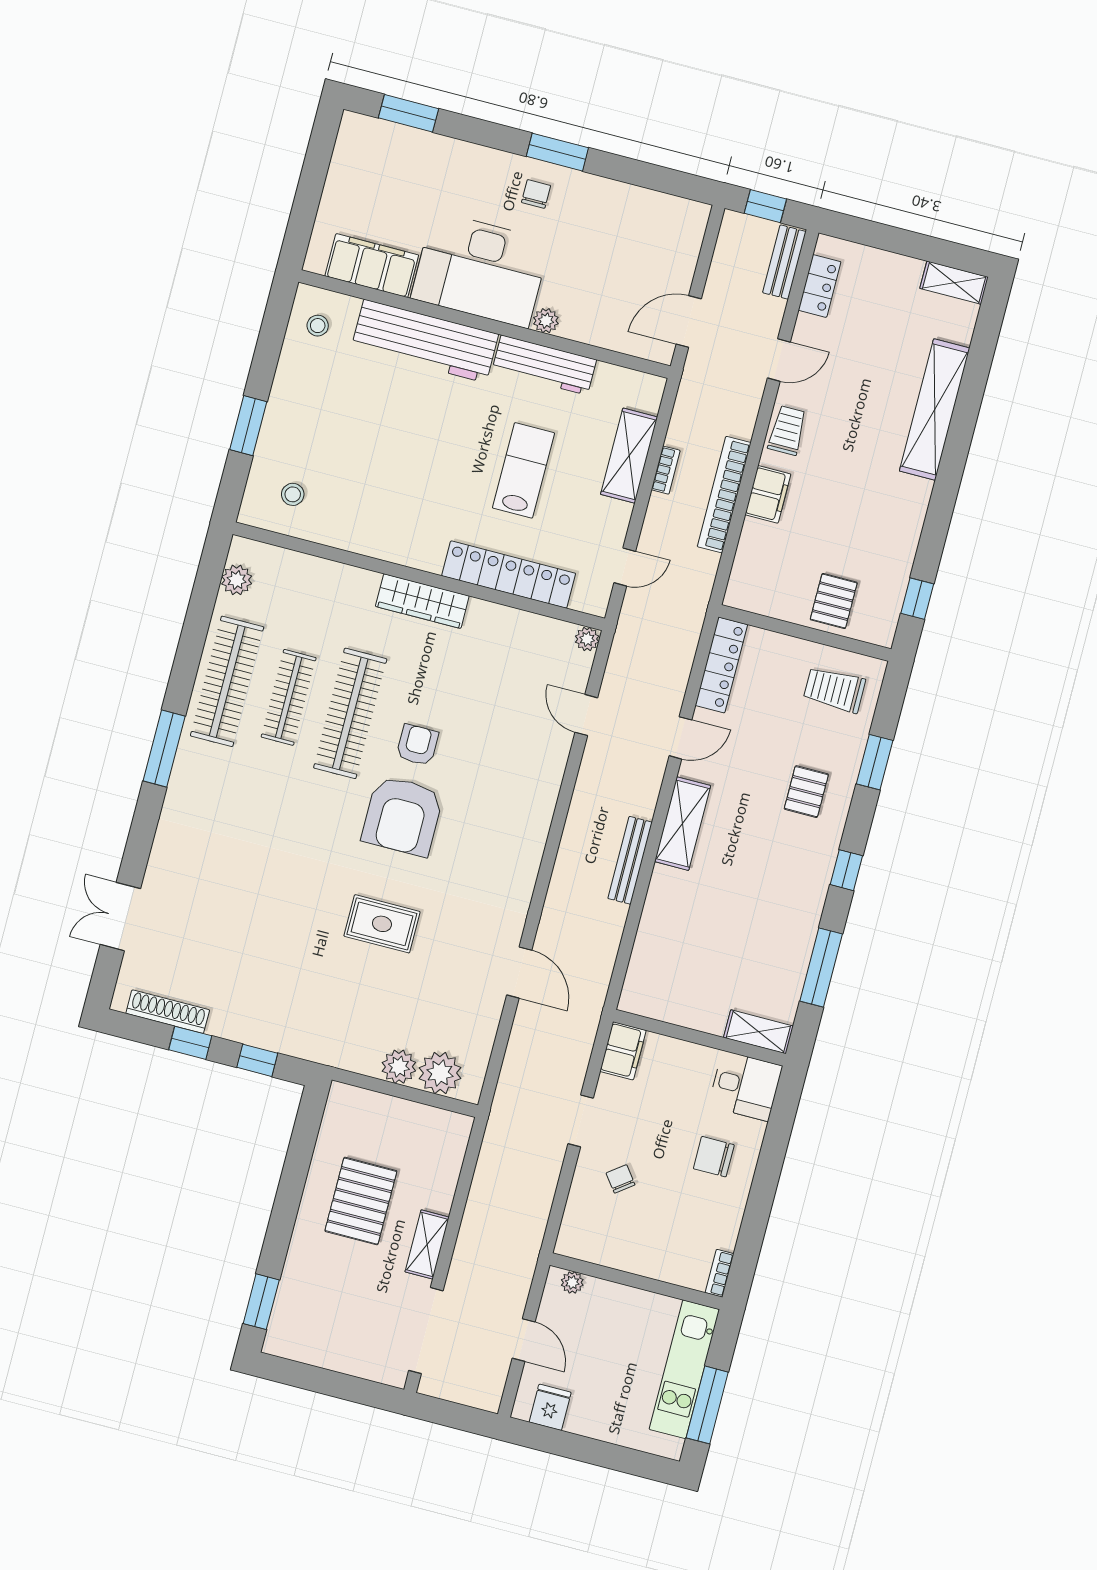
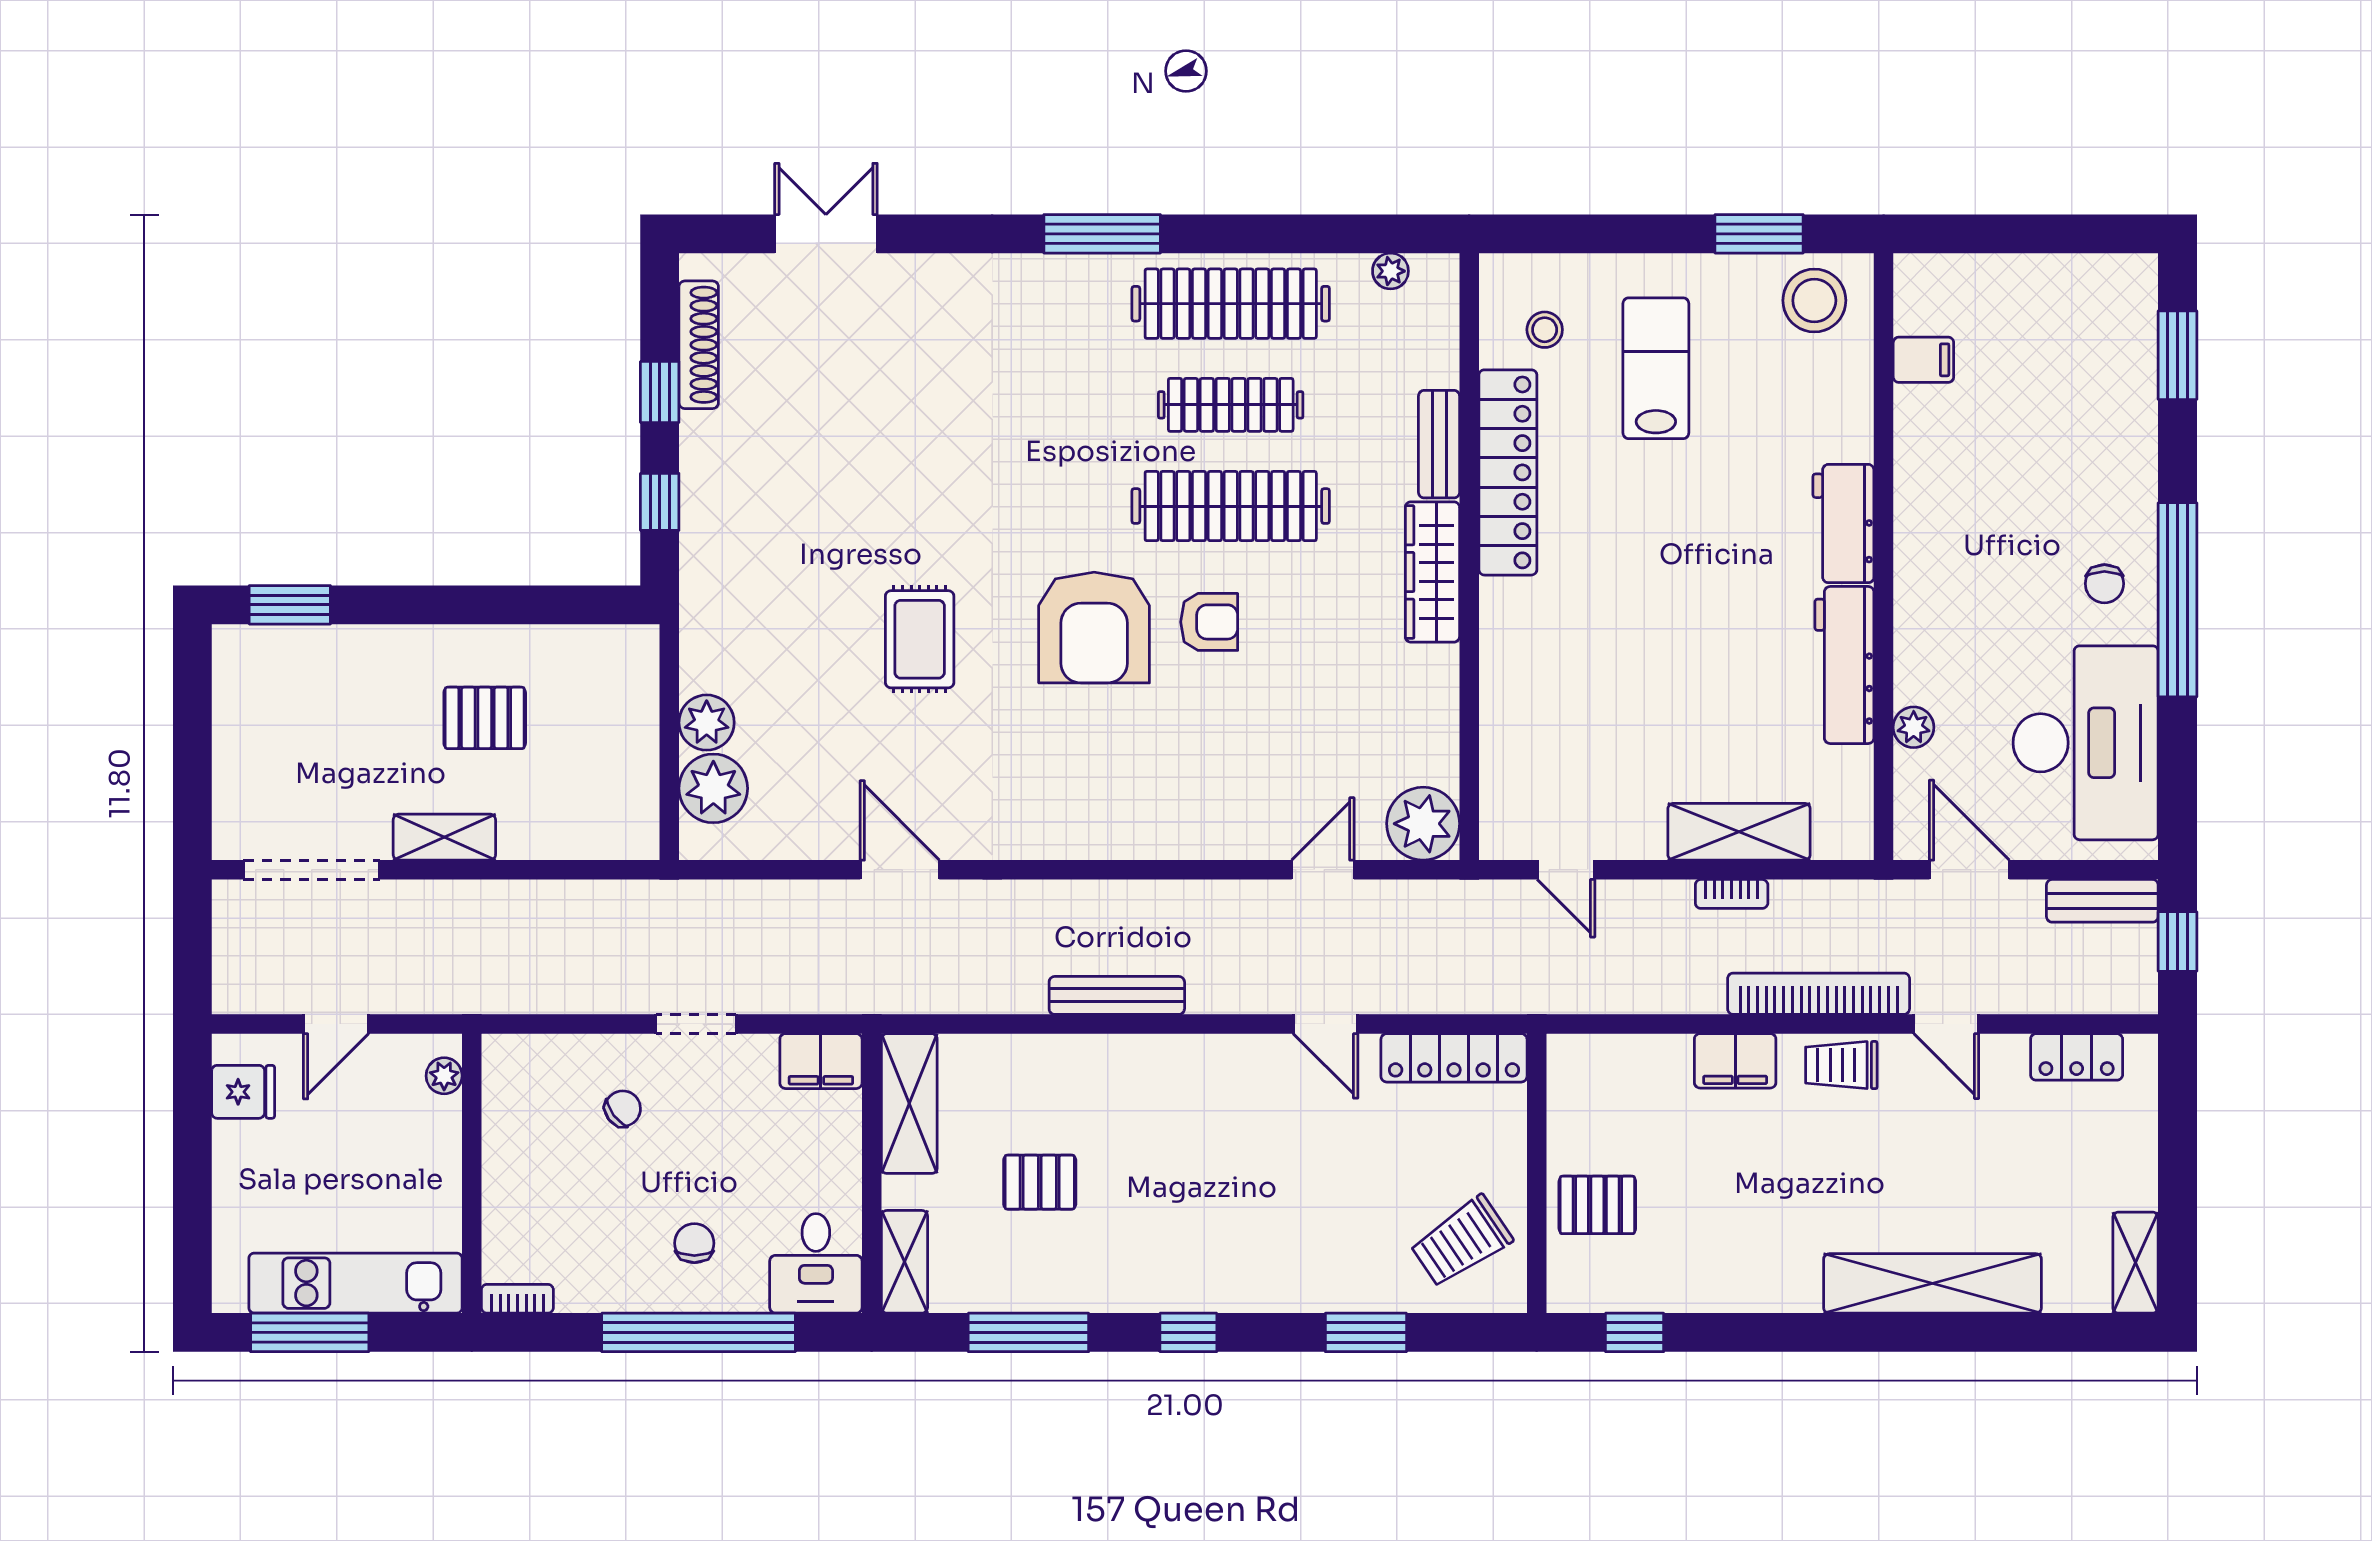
window: (557, 152) -> (2178, 600), width x2.11
chair: (536, 194) -> (2104, 584), turned 90
bench: (784, 262) -> (2102, 901), moved
filing cabinet: (372, 266) -> (1923, 360), width x0.33, depth x0.86
desk: (480, 270) -> (2086, 743), moved, turned 180
plant: (546, 321) -> (1914, 727), moved
stool: (318, 326) -> (1814, 300), width x1.89, depth x1.89
workbench: (425, 341) -> (1843, 524), width x0.53, depth x0.76
window: (248, 426) -> (1759, 234), moved
trolley: (787, 430) -> (1841, 1065), turned 180
lab bench: (523, 470) -> (1656, 368), moved, turned -90
bookcase: (724, 495) -> (1819, 994), moved
locker: (509, 575) -> (1508, 472), moved
bench: (346, 577) -> (1439, 444), added
plant: (237, 580) -> (1390, 271), width x0.73, depth x0.73
plant: (587, 639) -> (1423, 824), width x1.88, depth x1.88
trolley: (834, 690) -> (1461, 1242), turned -124
pallet: (806, 792) -> (1040, 1182), moved
armchair: (403, 816) -> (1094, 628), turned -90
shelving: (683, 824) -> (909, 1104), moved, turned 90
door: (519, 972) -> (900, 870), swing flipped
chair: (714, 1157) -> (694, 1243), width x0.73, depth x0.73
window: (769, 1168) -> (698, 1332), added
pallet: (361, 1201) -> (485, 718), width x0.67, depth x0.71

